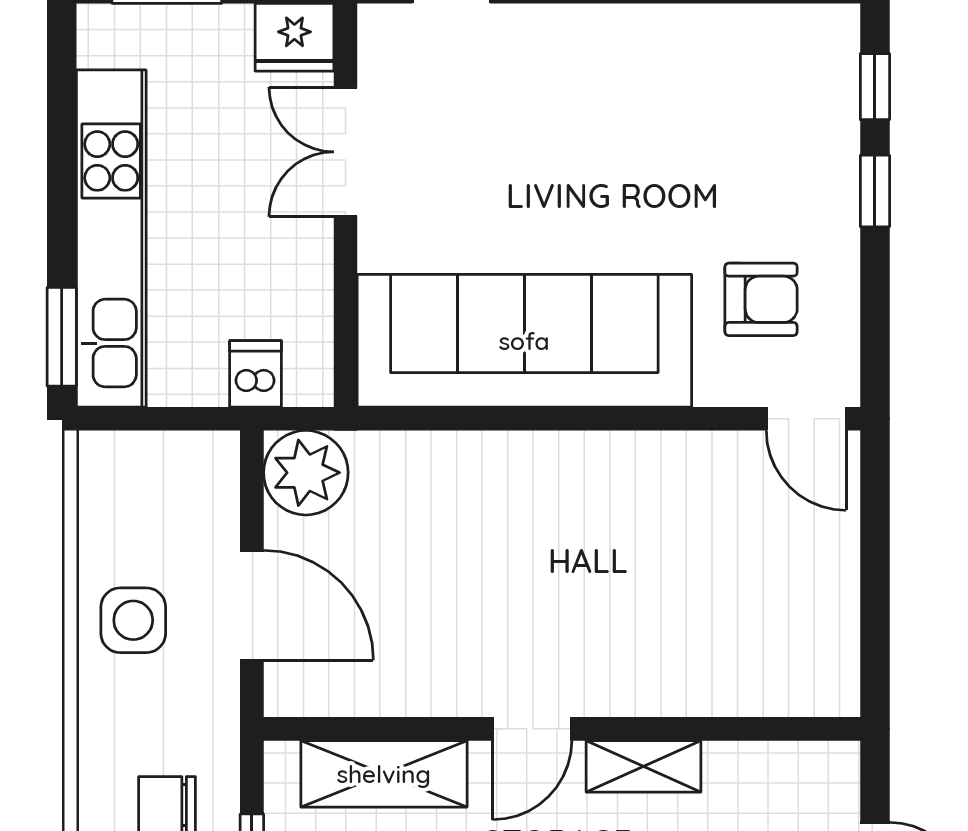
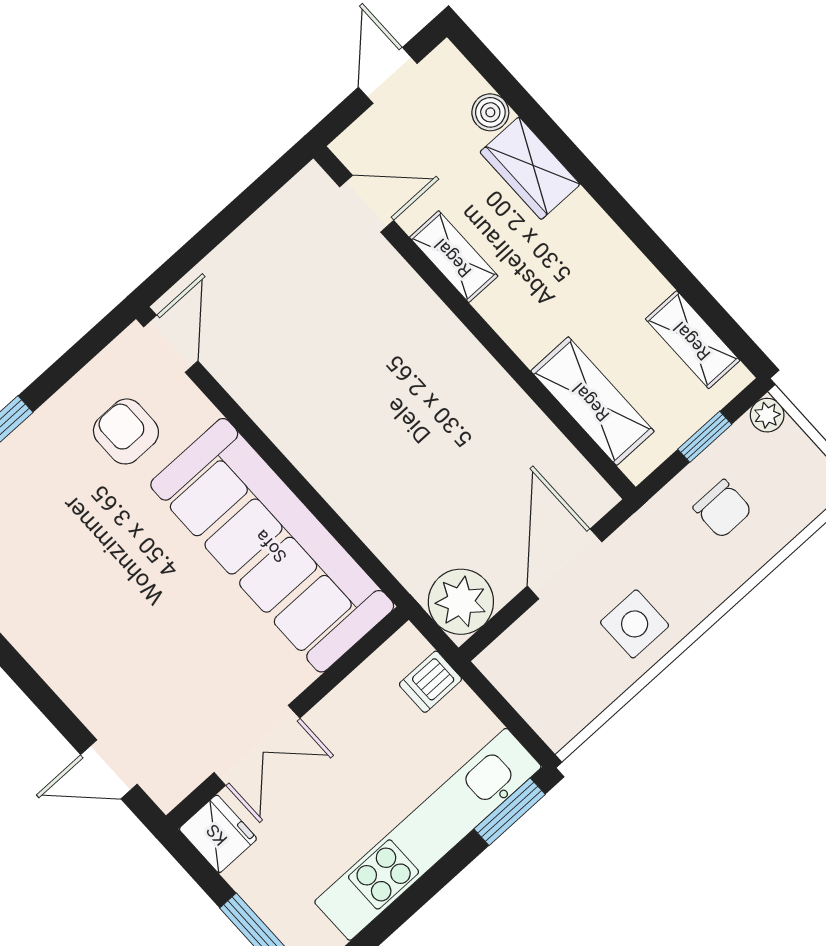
door: (532, 729) -> (367, 204), moved

